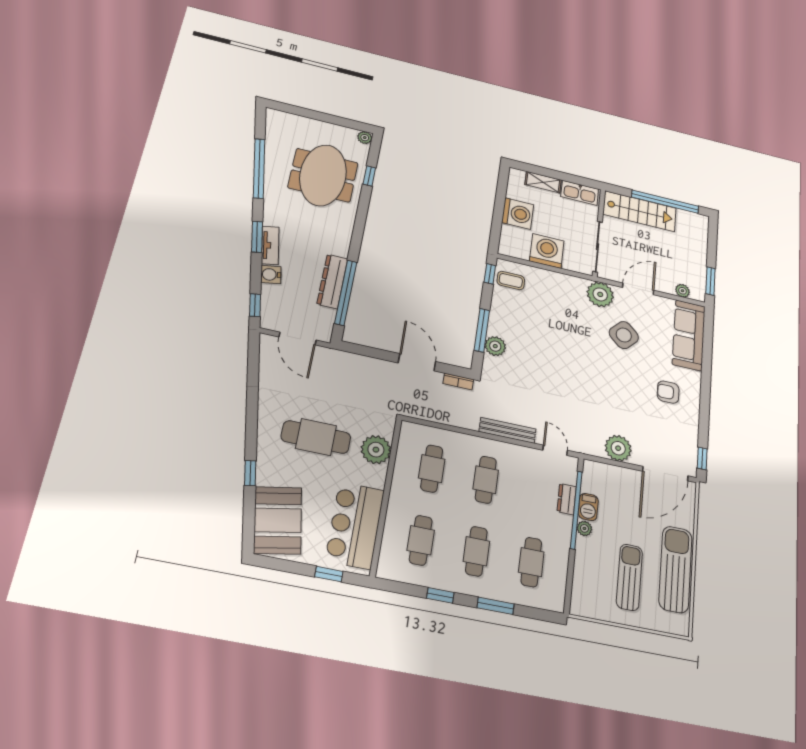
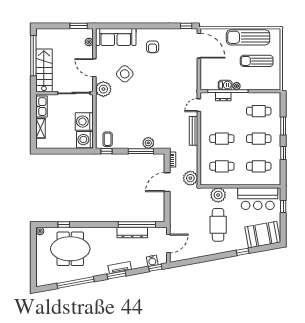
washing machine: (518, 214) -> (85, 140), moved, turned -90
water cooler: (271, 274) -> (152, 261), moved
plant: (618, 448) -> (190, 178), moved

